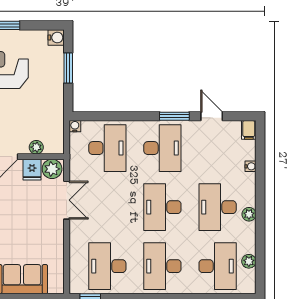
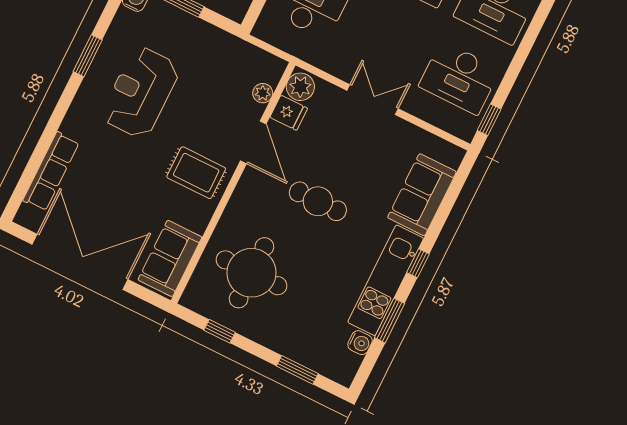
water cooler: (75, 126) -> (260, 31), removed
double door: (67, 200) -> (373, 100), moved

